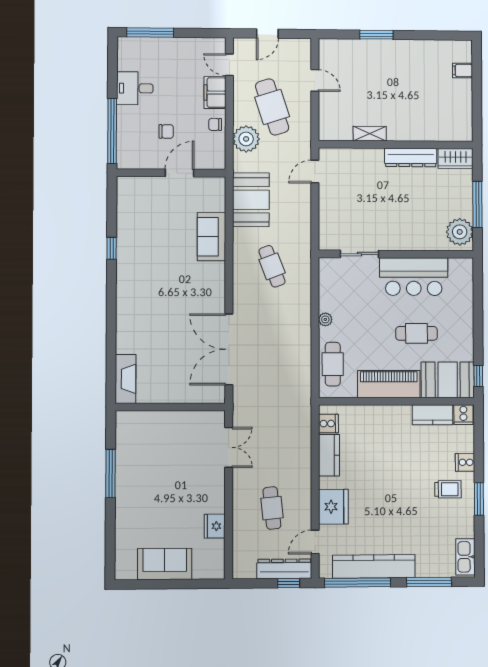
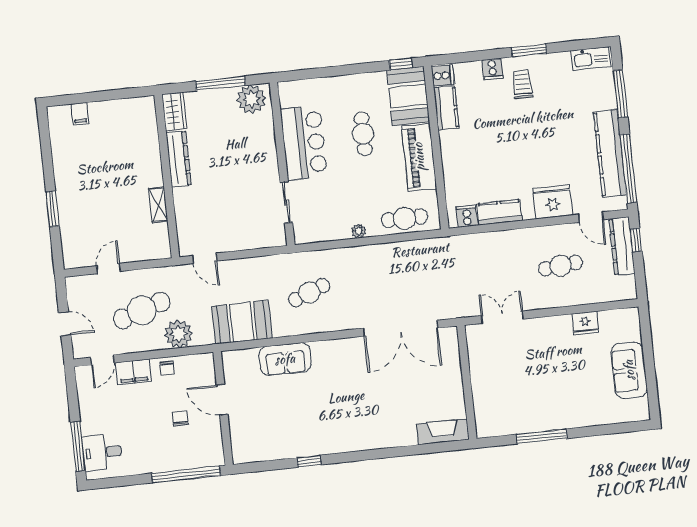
desk: (135, 88) -> (102, 452), moved, turned 90

